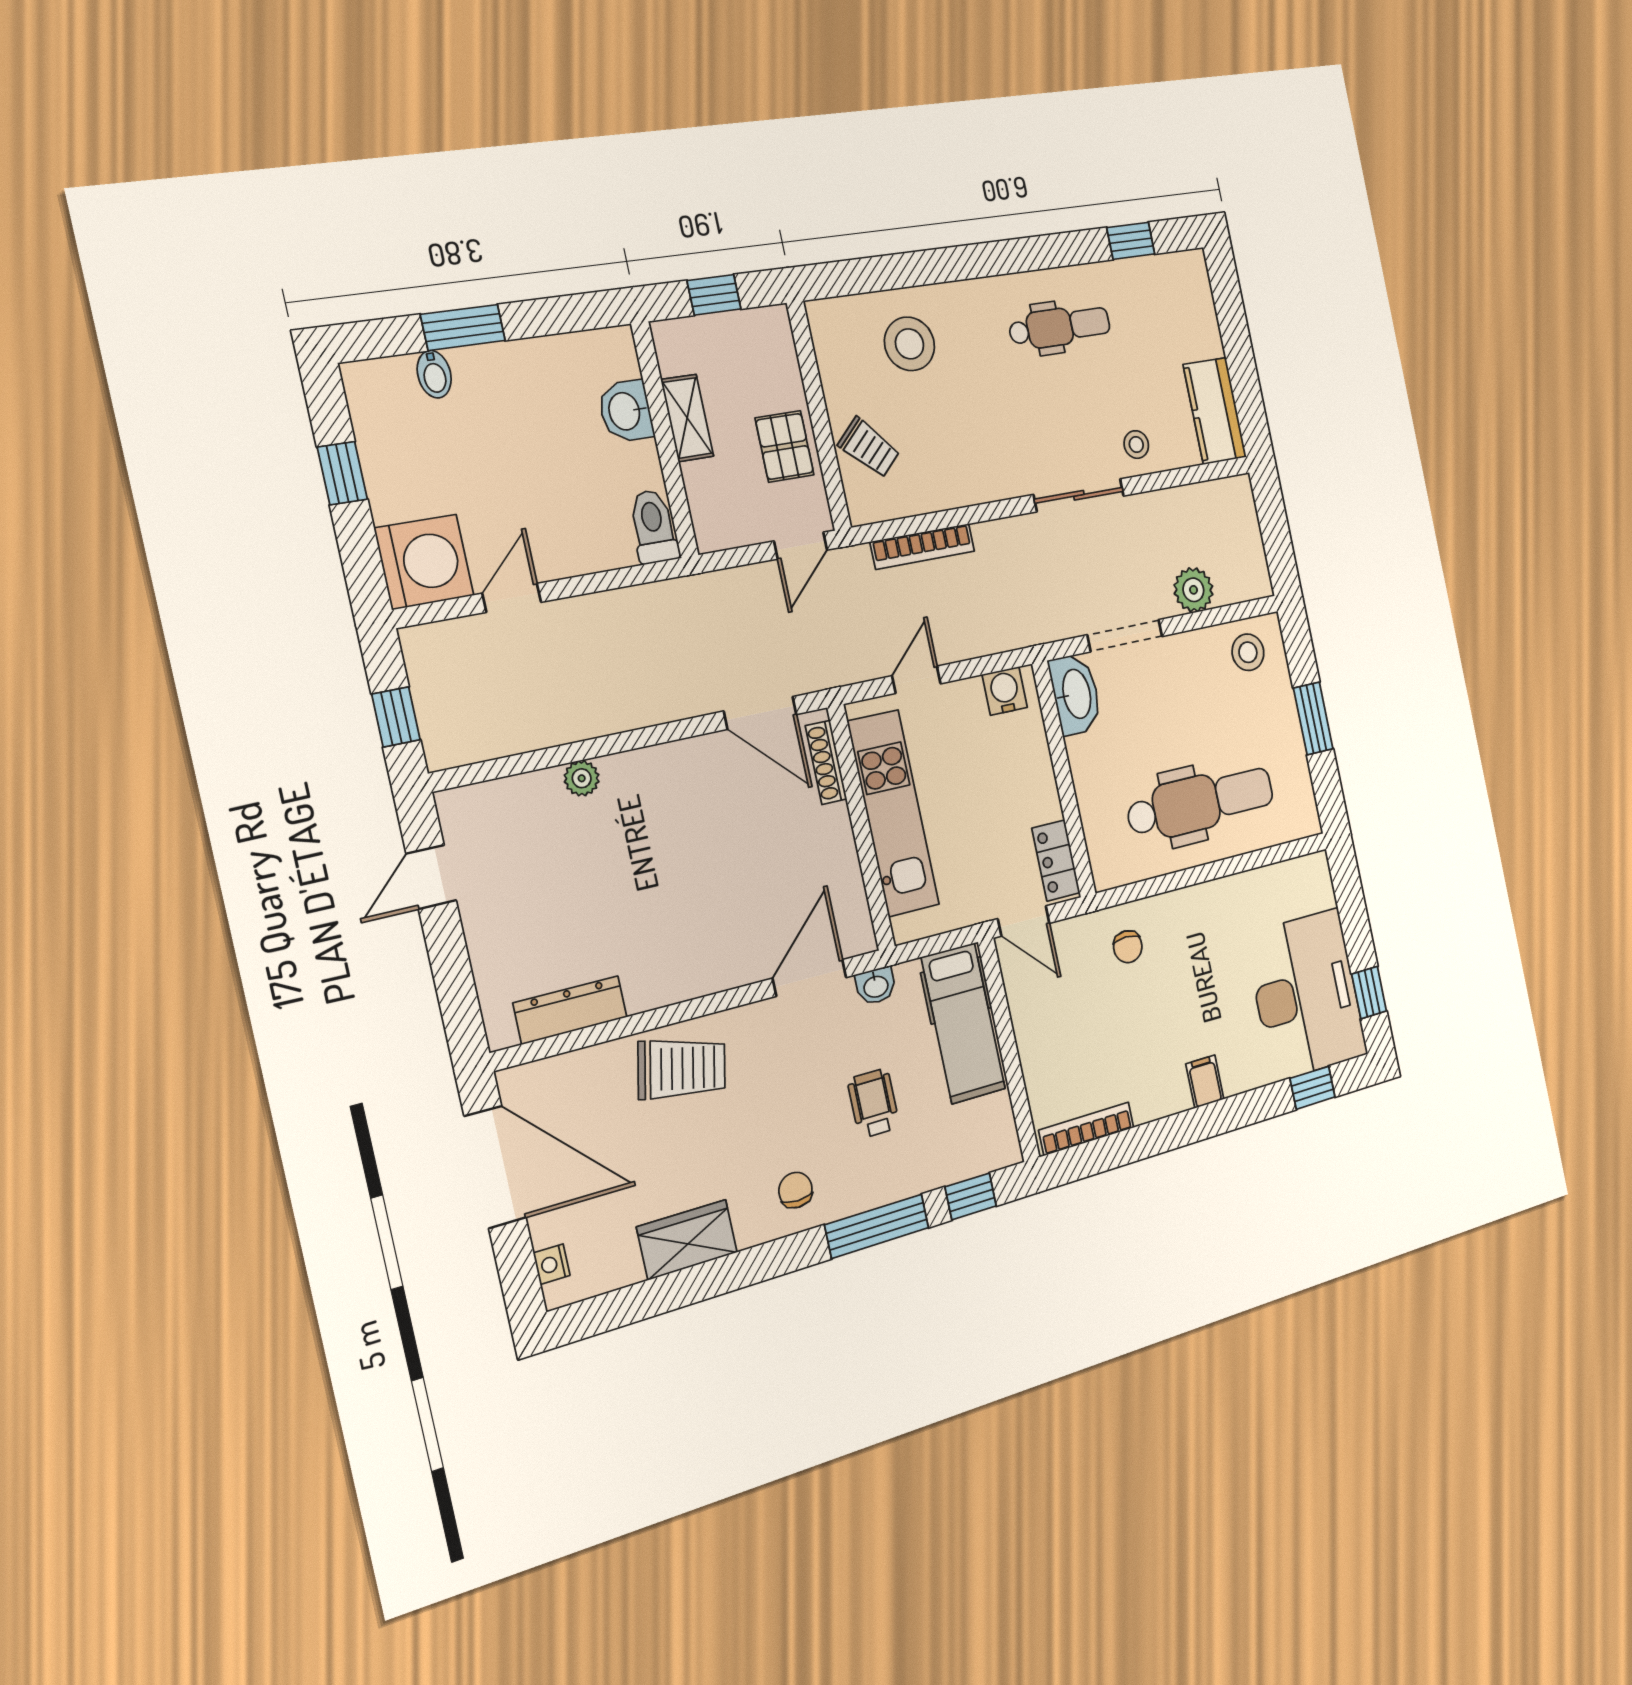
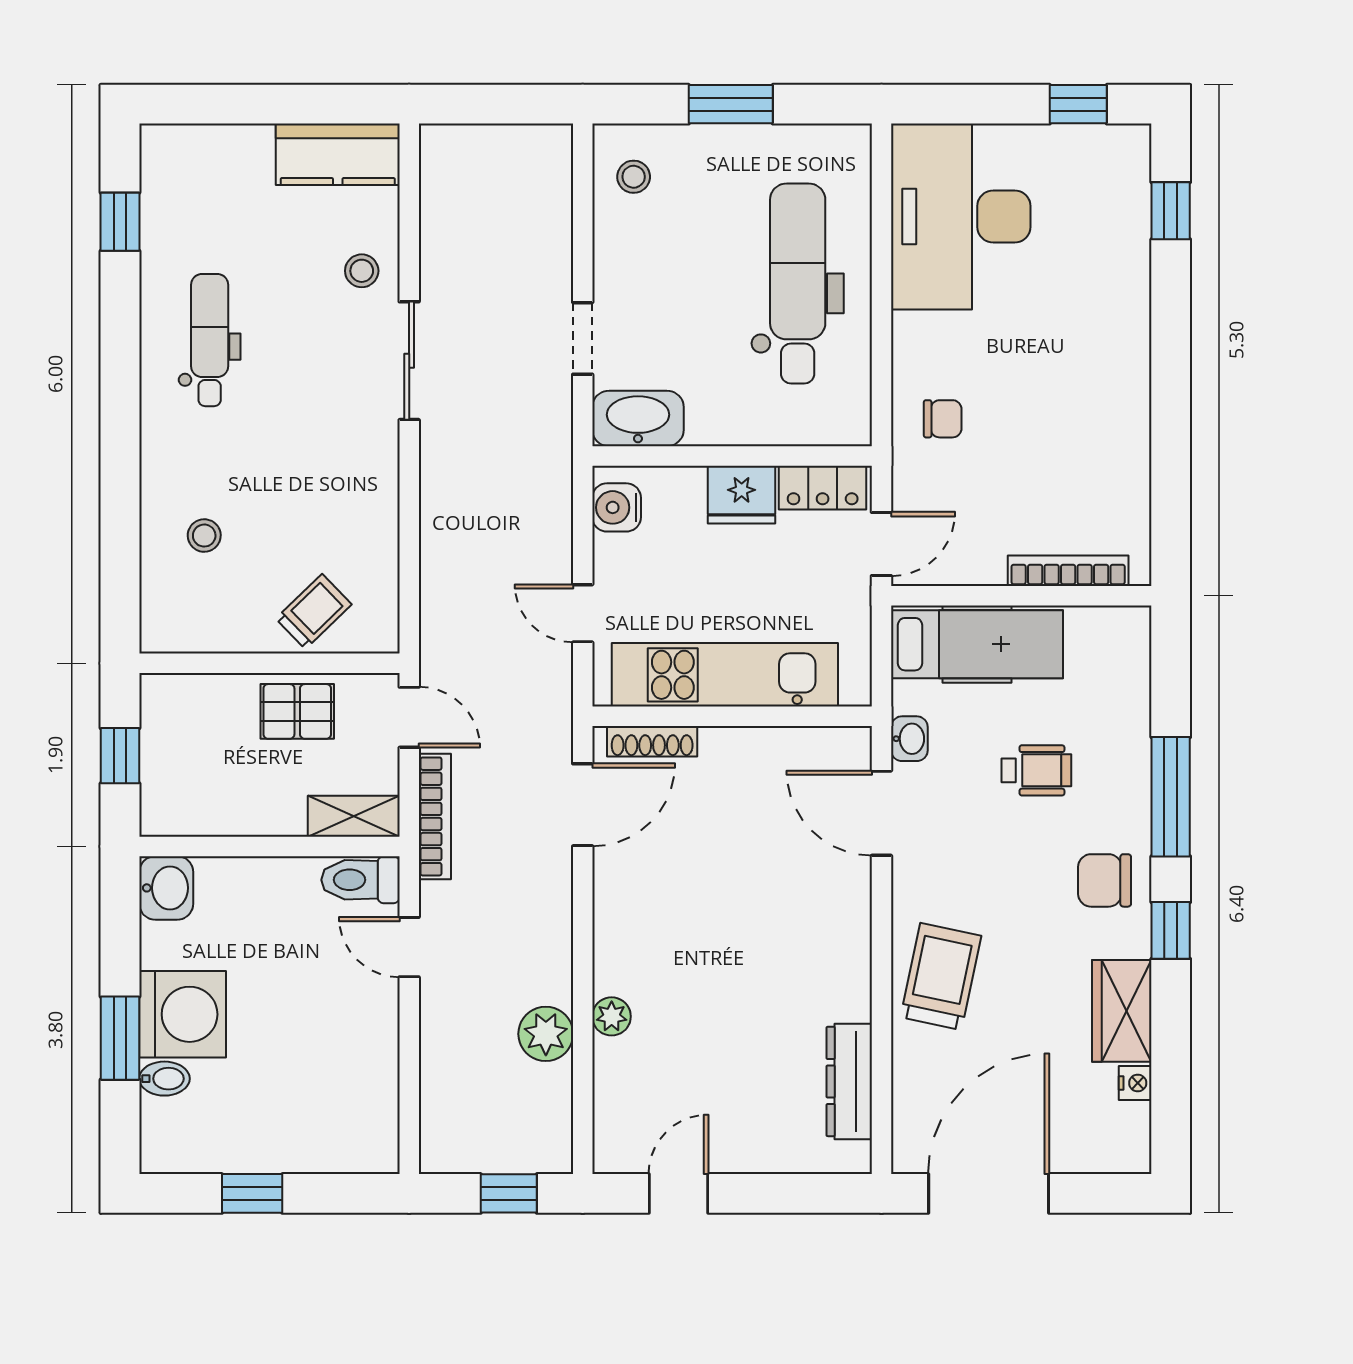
stool: (909, 344) -> (204, 536), width x0.53, depth x0.53
washbasin: (626, 411) -> (166, 888), moved, turned -90
shelving: (687, 418) -> (354, 816), moved
bookcase: (923, 546) -> (435, 816), moved
washing machine: (424, 562) -> (183, 1014), moved, turned 90
plant: (1193, 590) -> (546, 1034), moved
door: (512, 598) -> (409, 947), moved
doorway: (1125, 636) -> (583, 338), width x0.73
stool: (1248, 652) -> (634, 177), width x0.73, depth x0.73
fridge: (1037, 794) -> (742, 495), added
door: (431, 877) -> (678, 1193), swing flipped
desk: (1306, 995) -> (961, 216), moved, turned -90
filing cabinet: (1205, 1082) -> (1124, 355), removed
wheelchair: (874, 1103) -> (1036, 770), turned 180
bookcase: (1087, 1129) -> (1068, 571), moved, turned 90
chair: (795, 1190) -> (1105, 880), width x1.37, depth x1.37
window: (971, 1196) -> (1171, 930), moved
nightstand: (552, 1264) -> (1135, 1083), moved, turned -90

